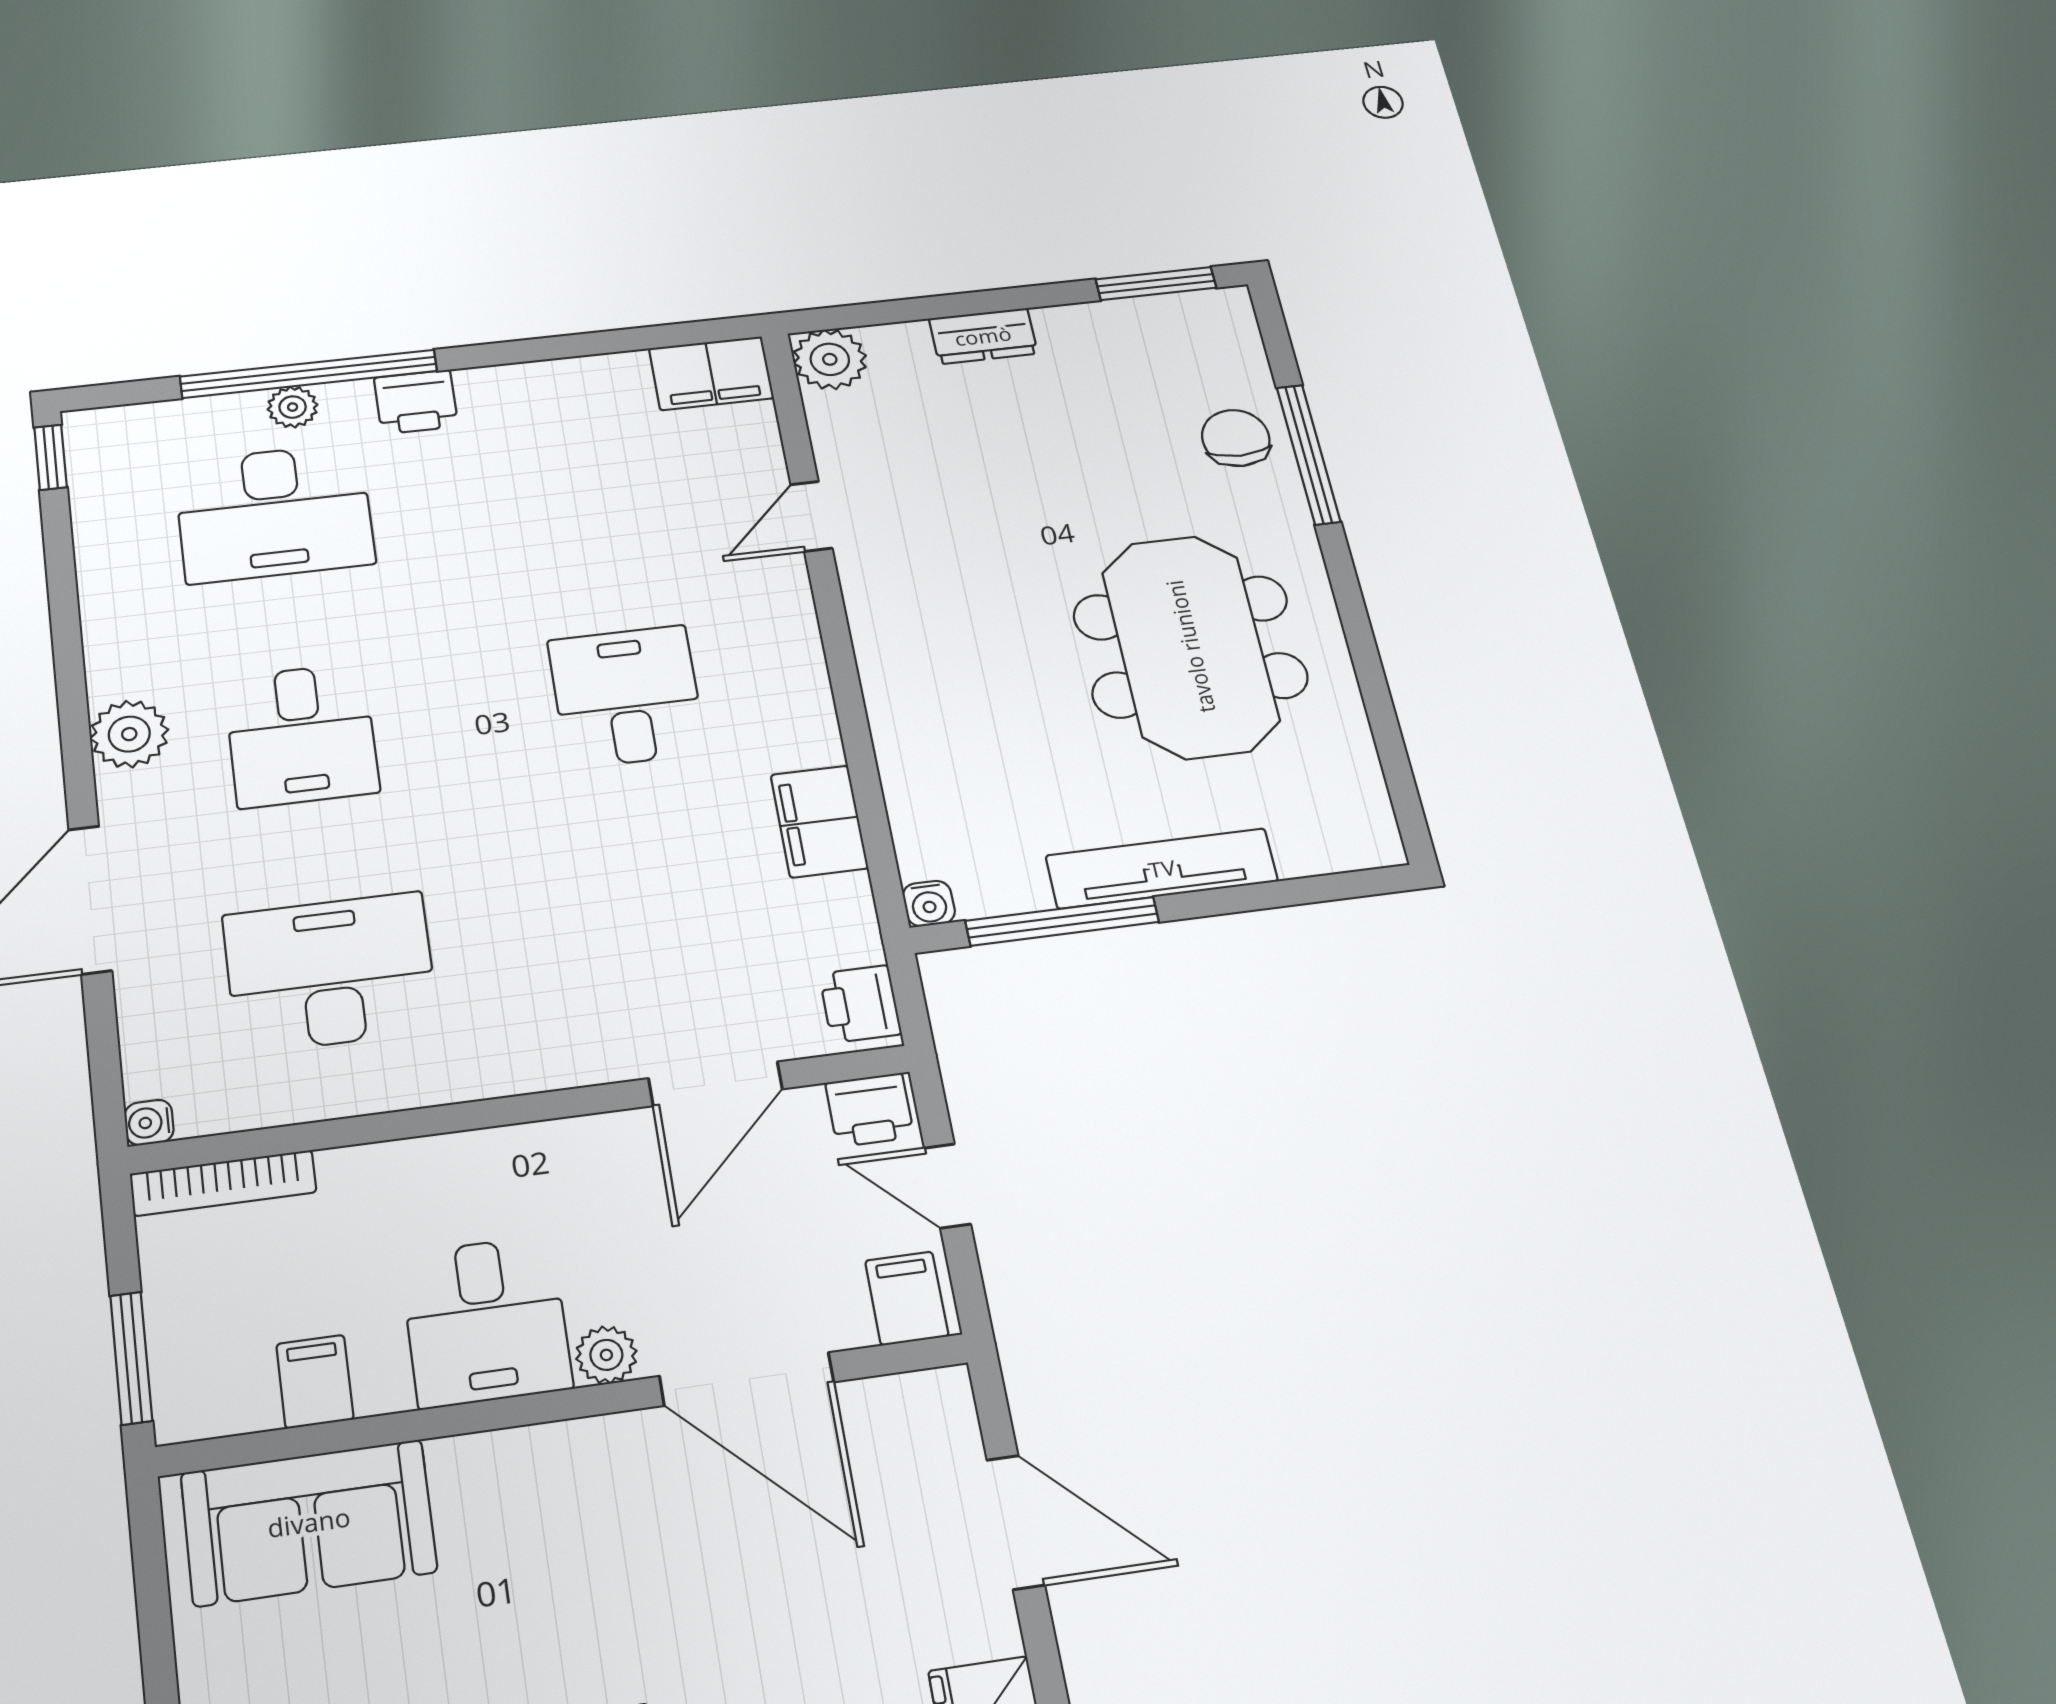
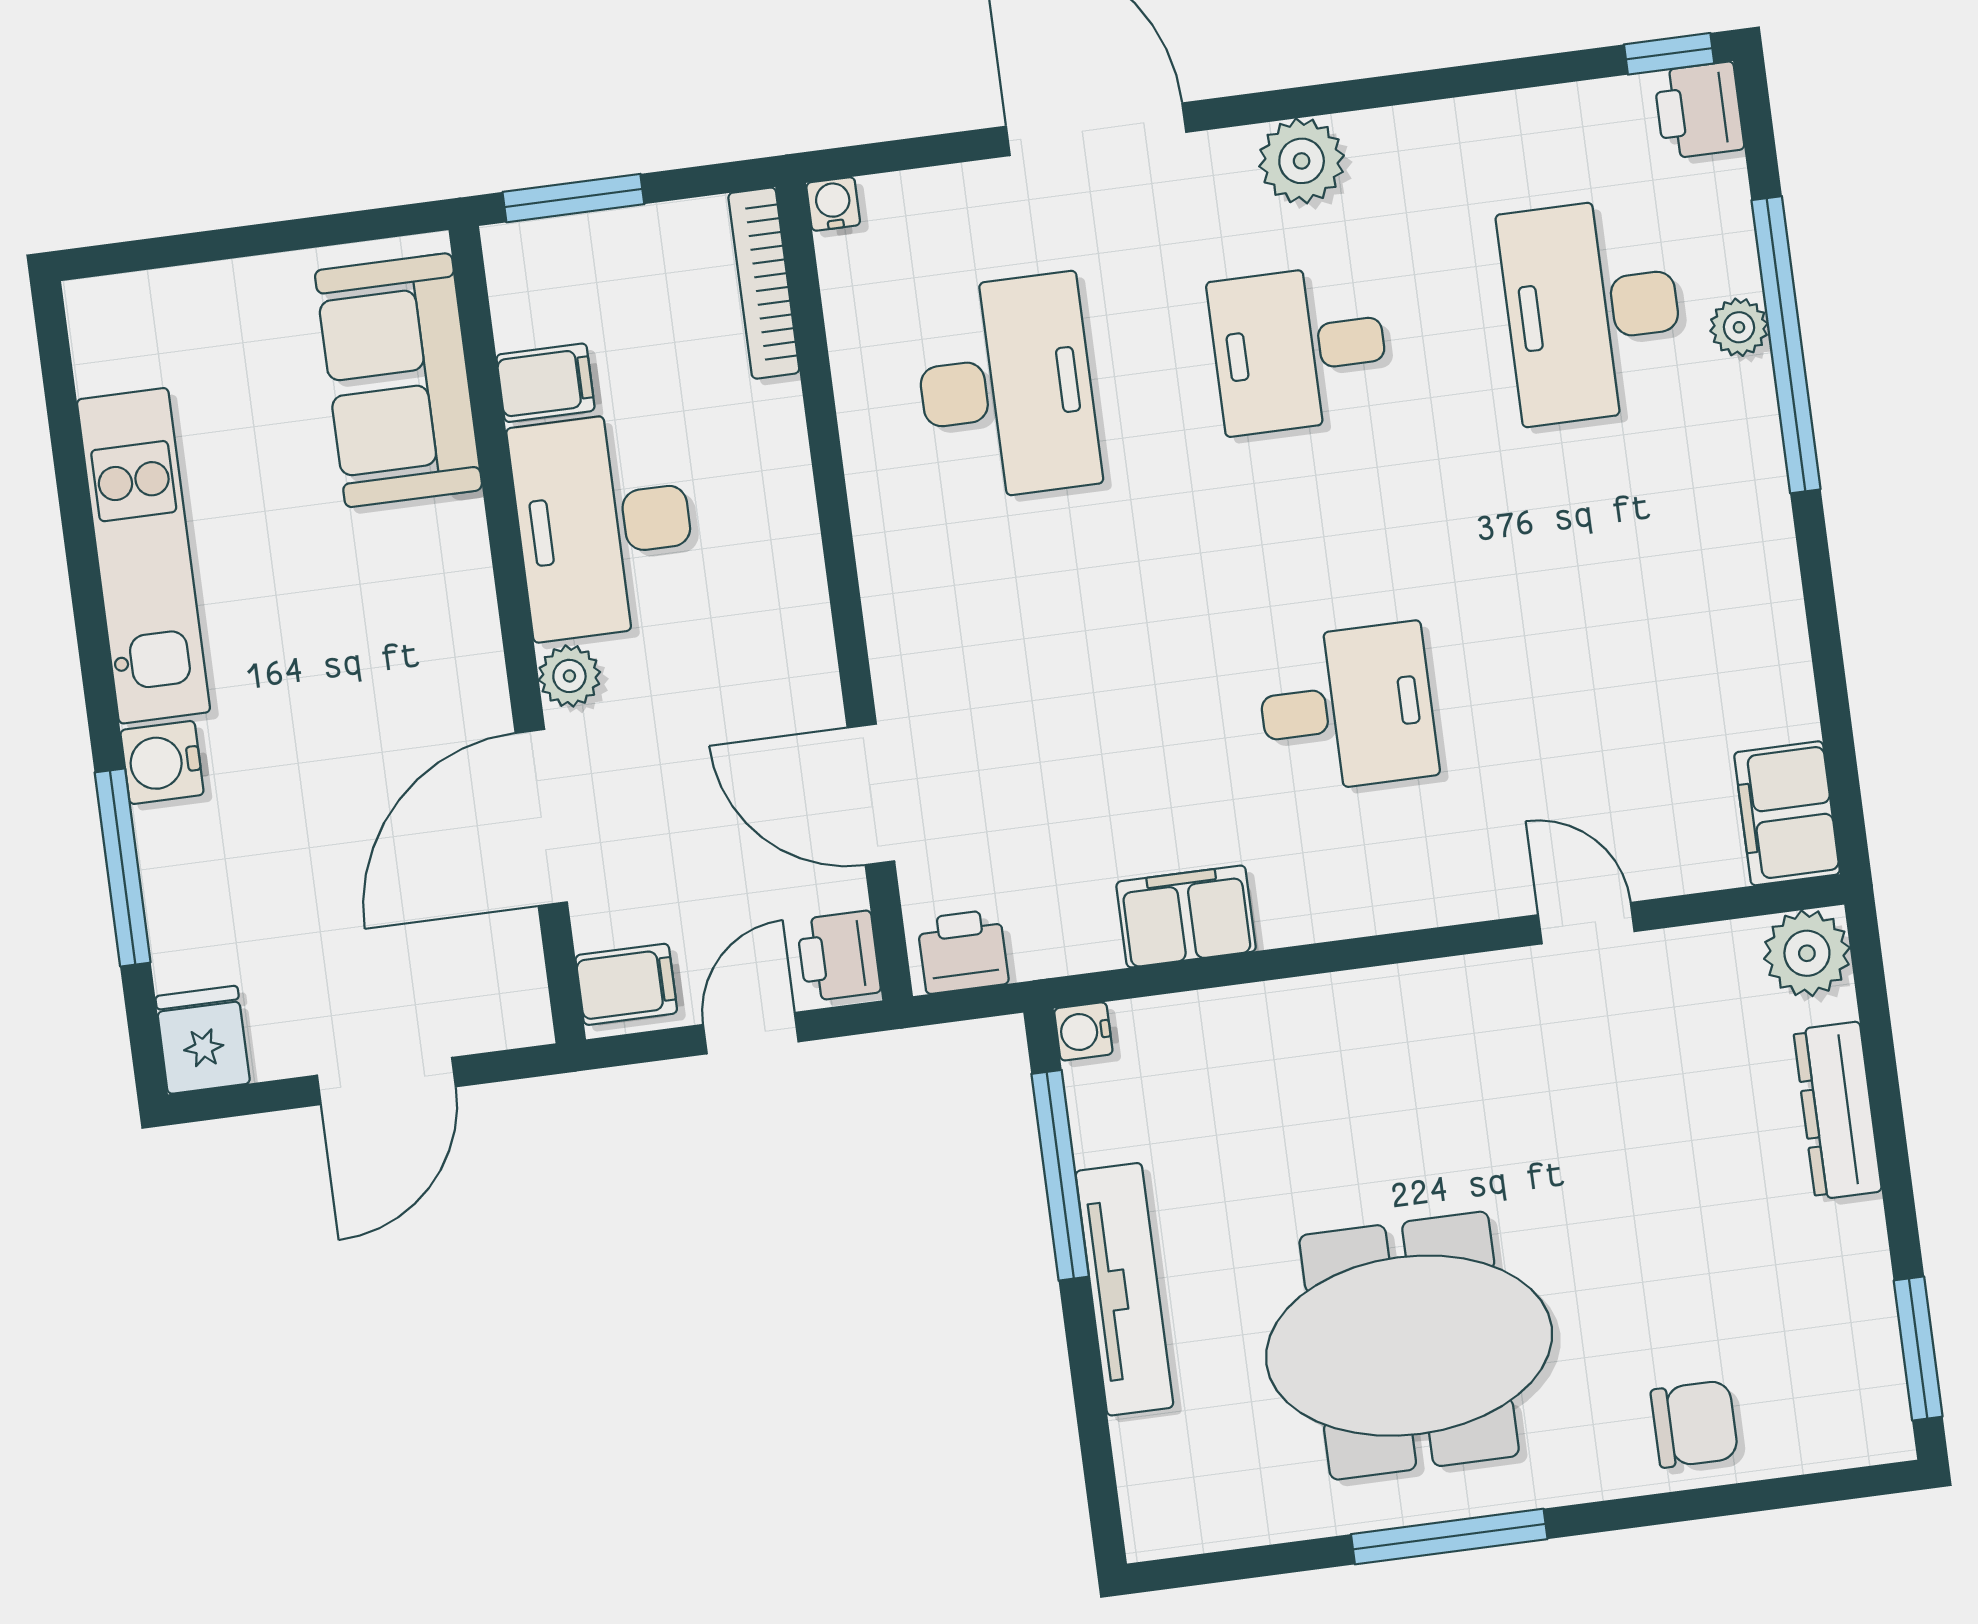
dresser: (983, 336) -> (1837, 1111), width x1.44
printer: (416, 402) -> (1699, 110), moved
window: (1309, 454) -> (1449, 1537), moved
desk: (486, 1321) -> (604, 525), width x1.37

